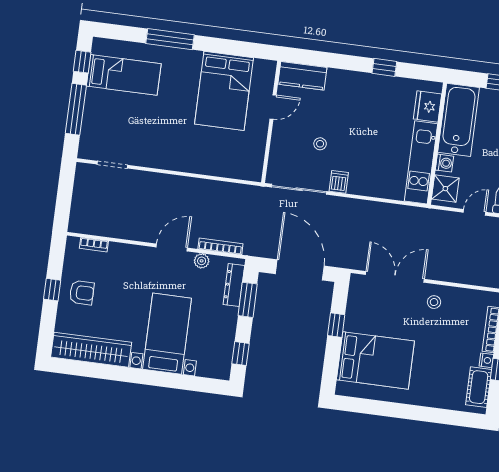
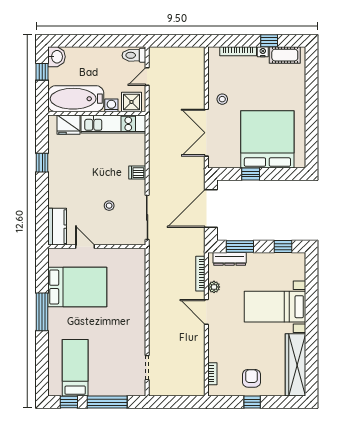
window: (170, 39) -> (42, 312), moved
dishwasher: (339, 182) -> (137, 173), moved
door: (474, 212) -> (147, 76), hinge flipped
bed: (375, 360) -> (267, 139), width x1.36

